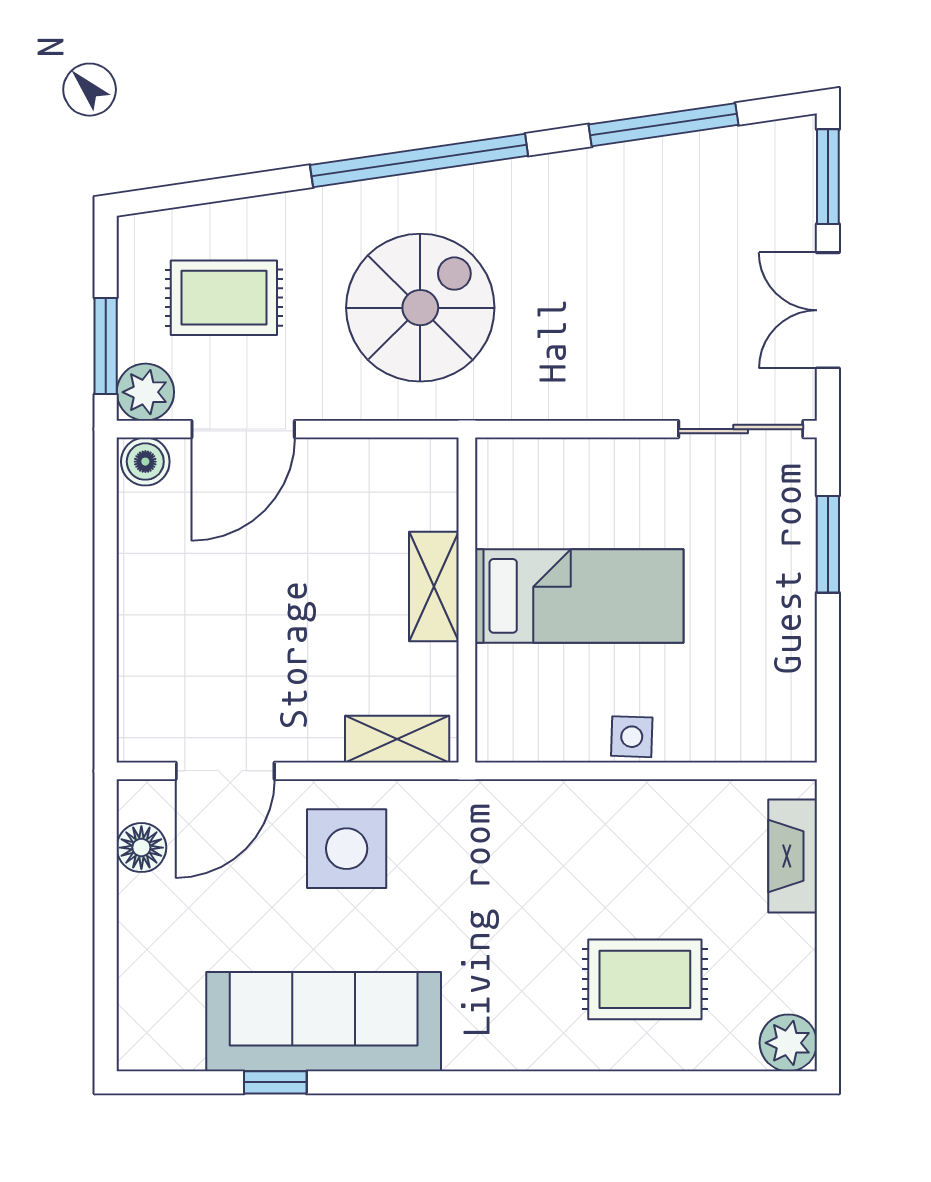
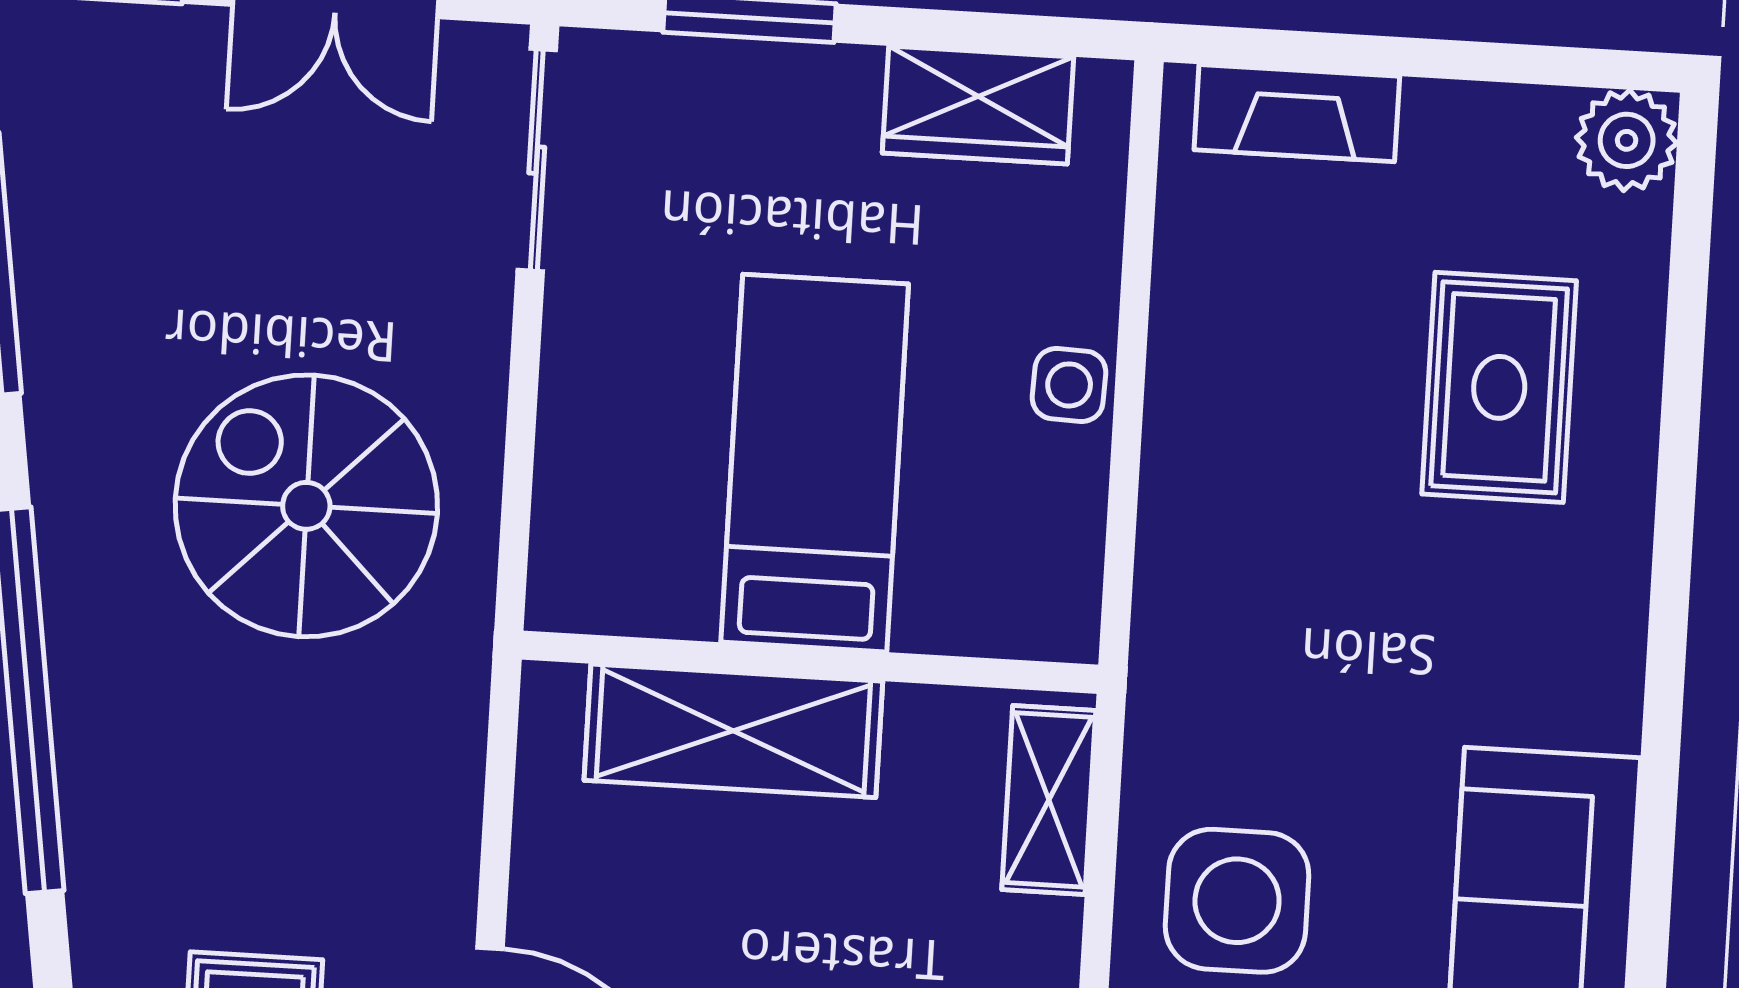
spiral stairs: (420, 308) -> (306, 506), moved
shelving: (434, 587) -> (733, 731), width x1.50, depth x1.33
wardrobe: (787, 676) -> (978, 105), added

